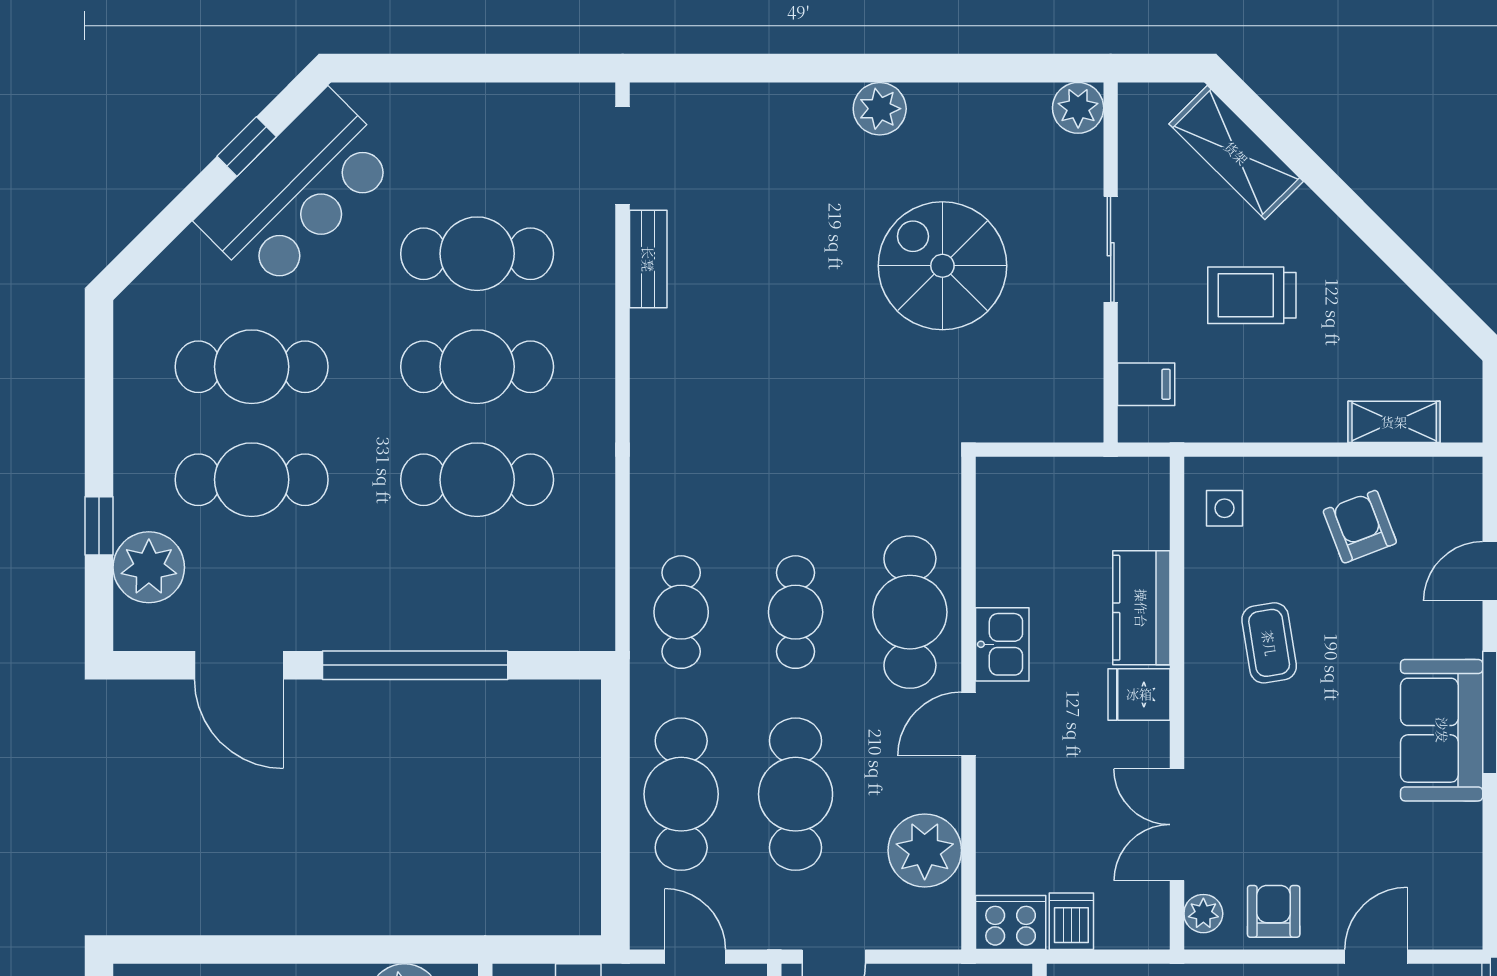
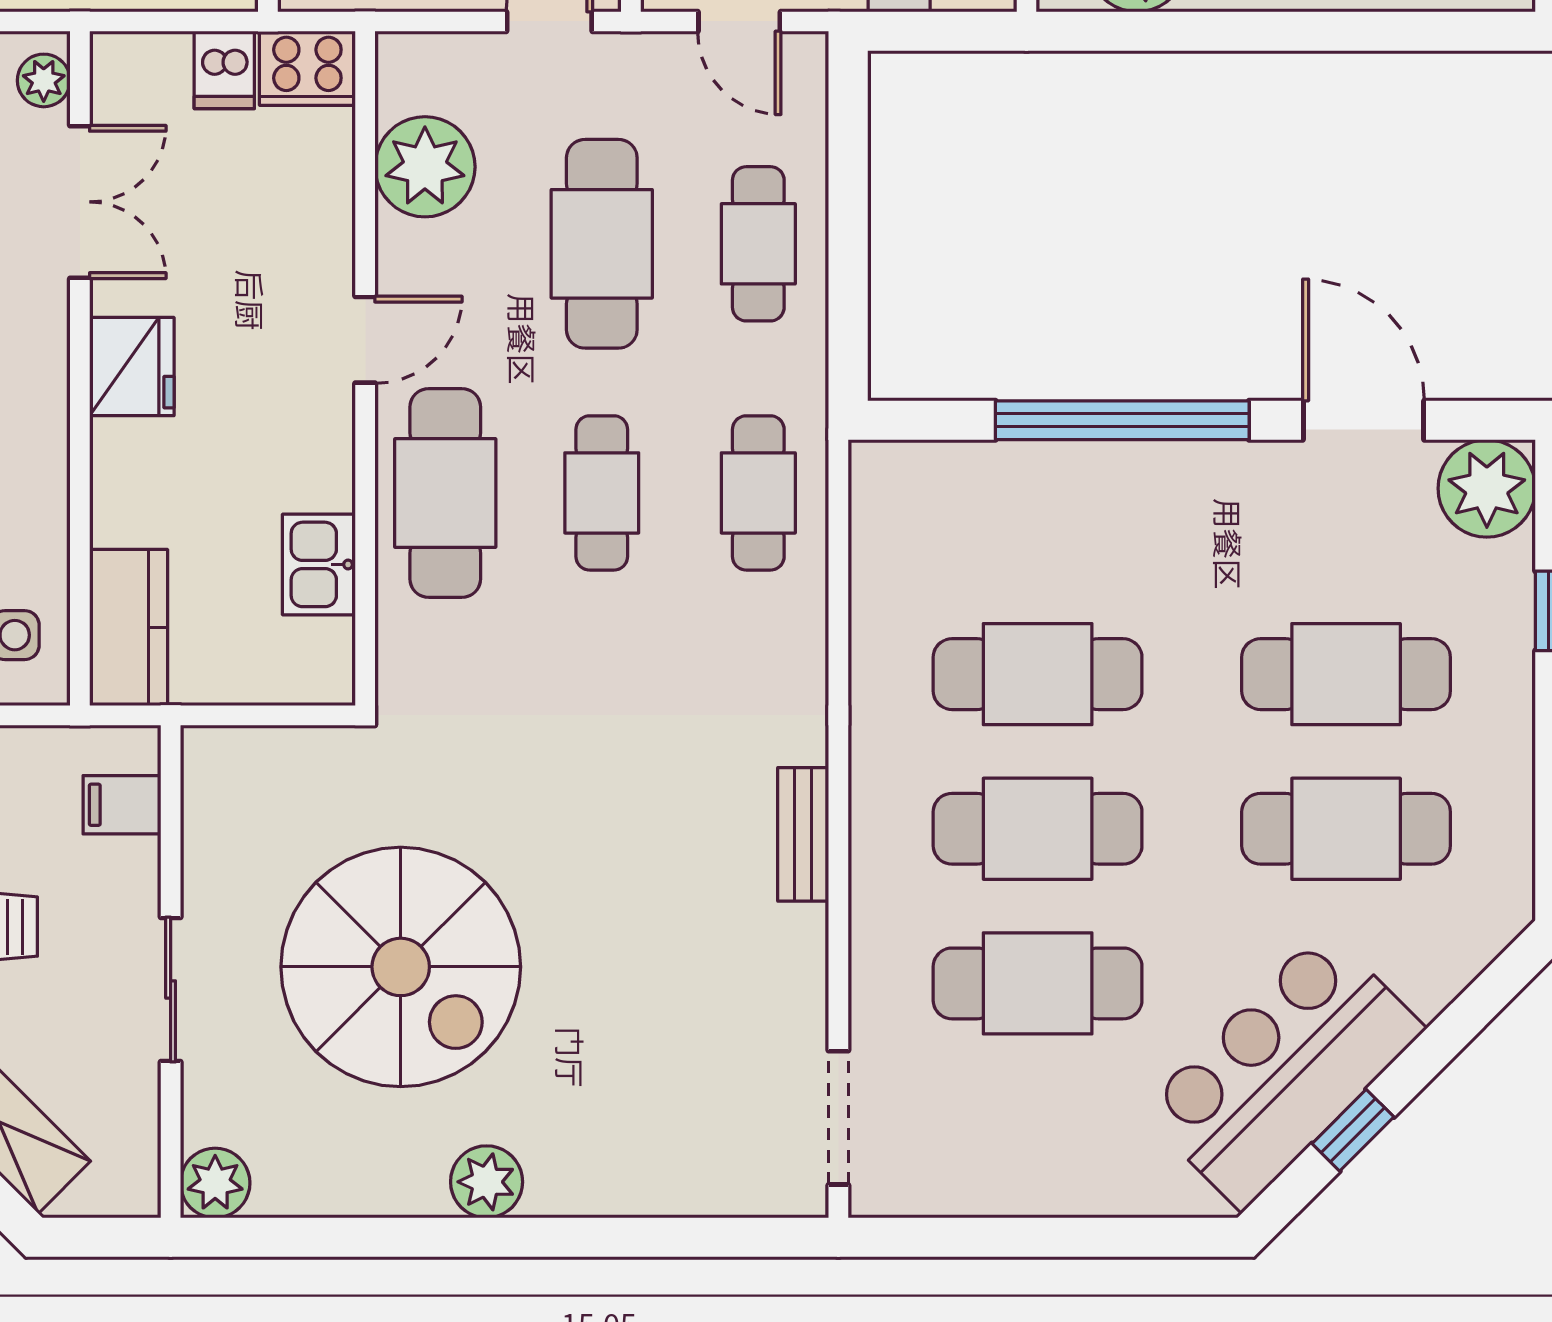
bench: (648, 259) -> (803, 834), moved
spiral stairs: (942, 266) -> (401, 967), width x1.37, depth x1.37
plant: (149, 567) -> (1487, 488), moved
kitchen counter: (1141, 608) -> (129, 627), moved
kitchen sink: (1002, 644) -> (319, 564), moved
fridge: (1139, 694) -> (132, 367), width x1.38
cafe table: (681, 794) -> (758, 244), width x0.73, depth x0.74

